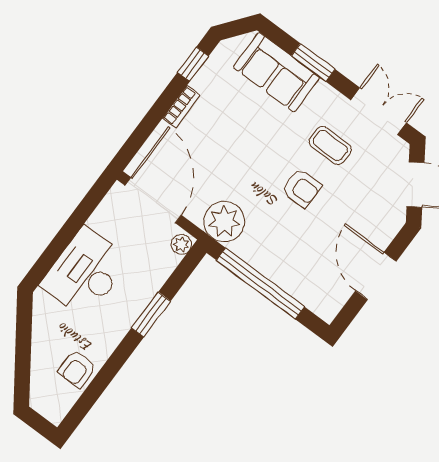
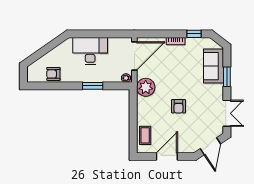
coffee table: (330, 145) -> (145, 135), moved
window: (260, 283) -> (133, 117), removed

